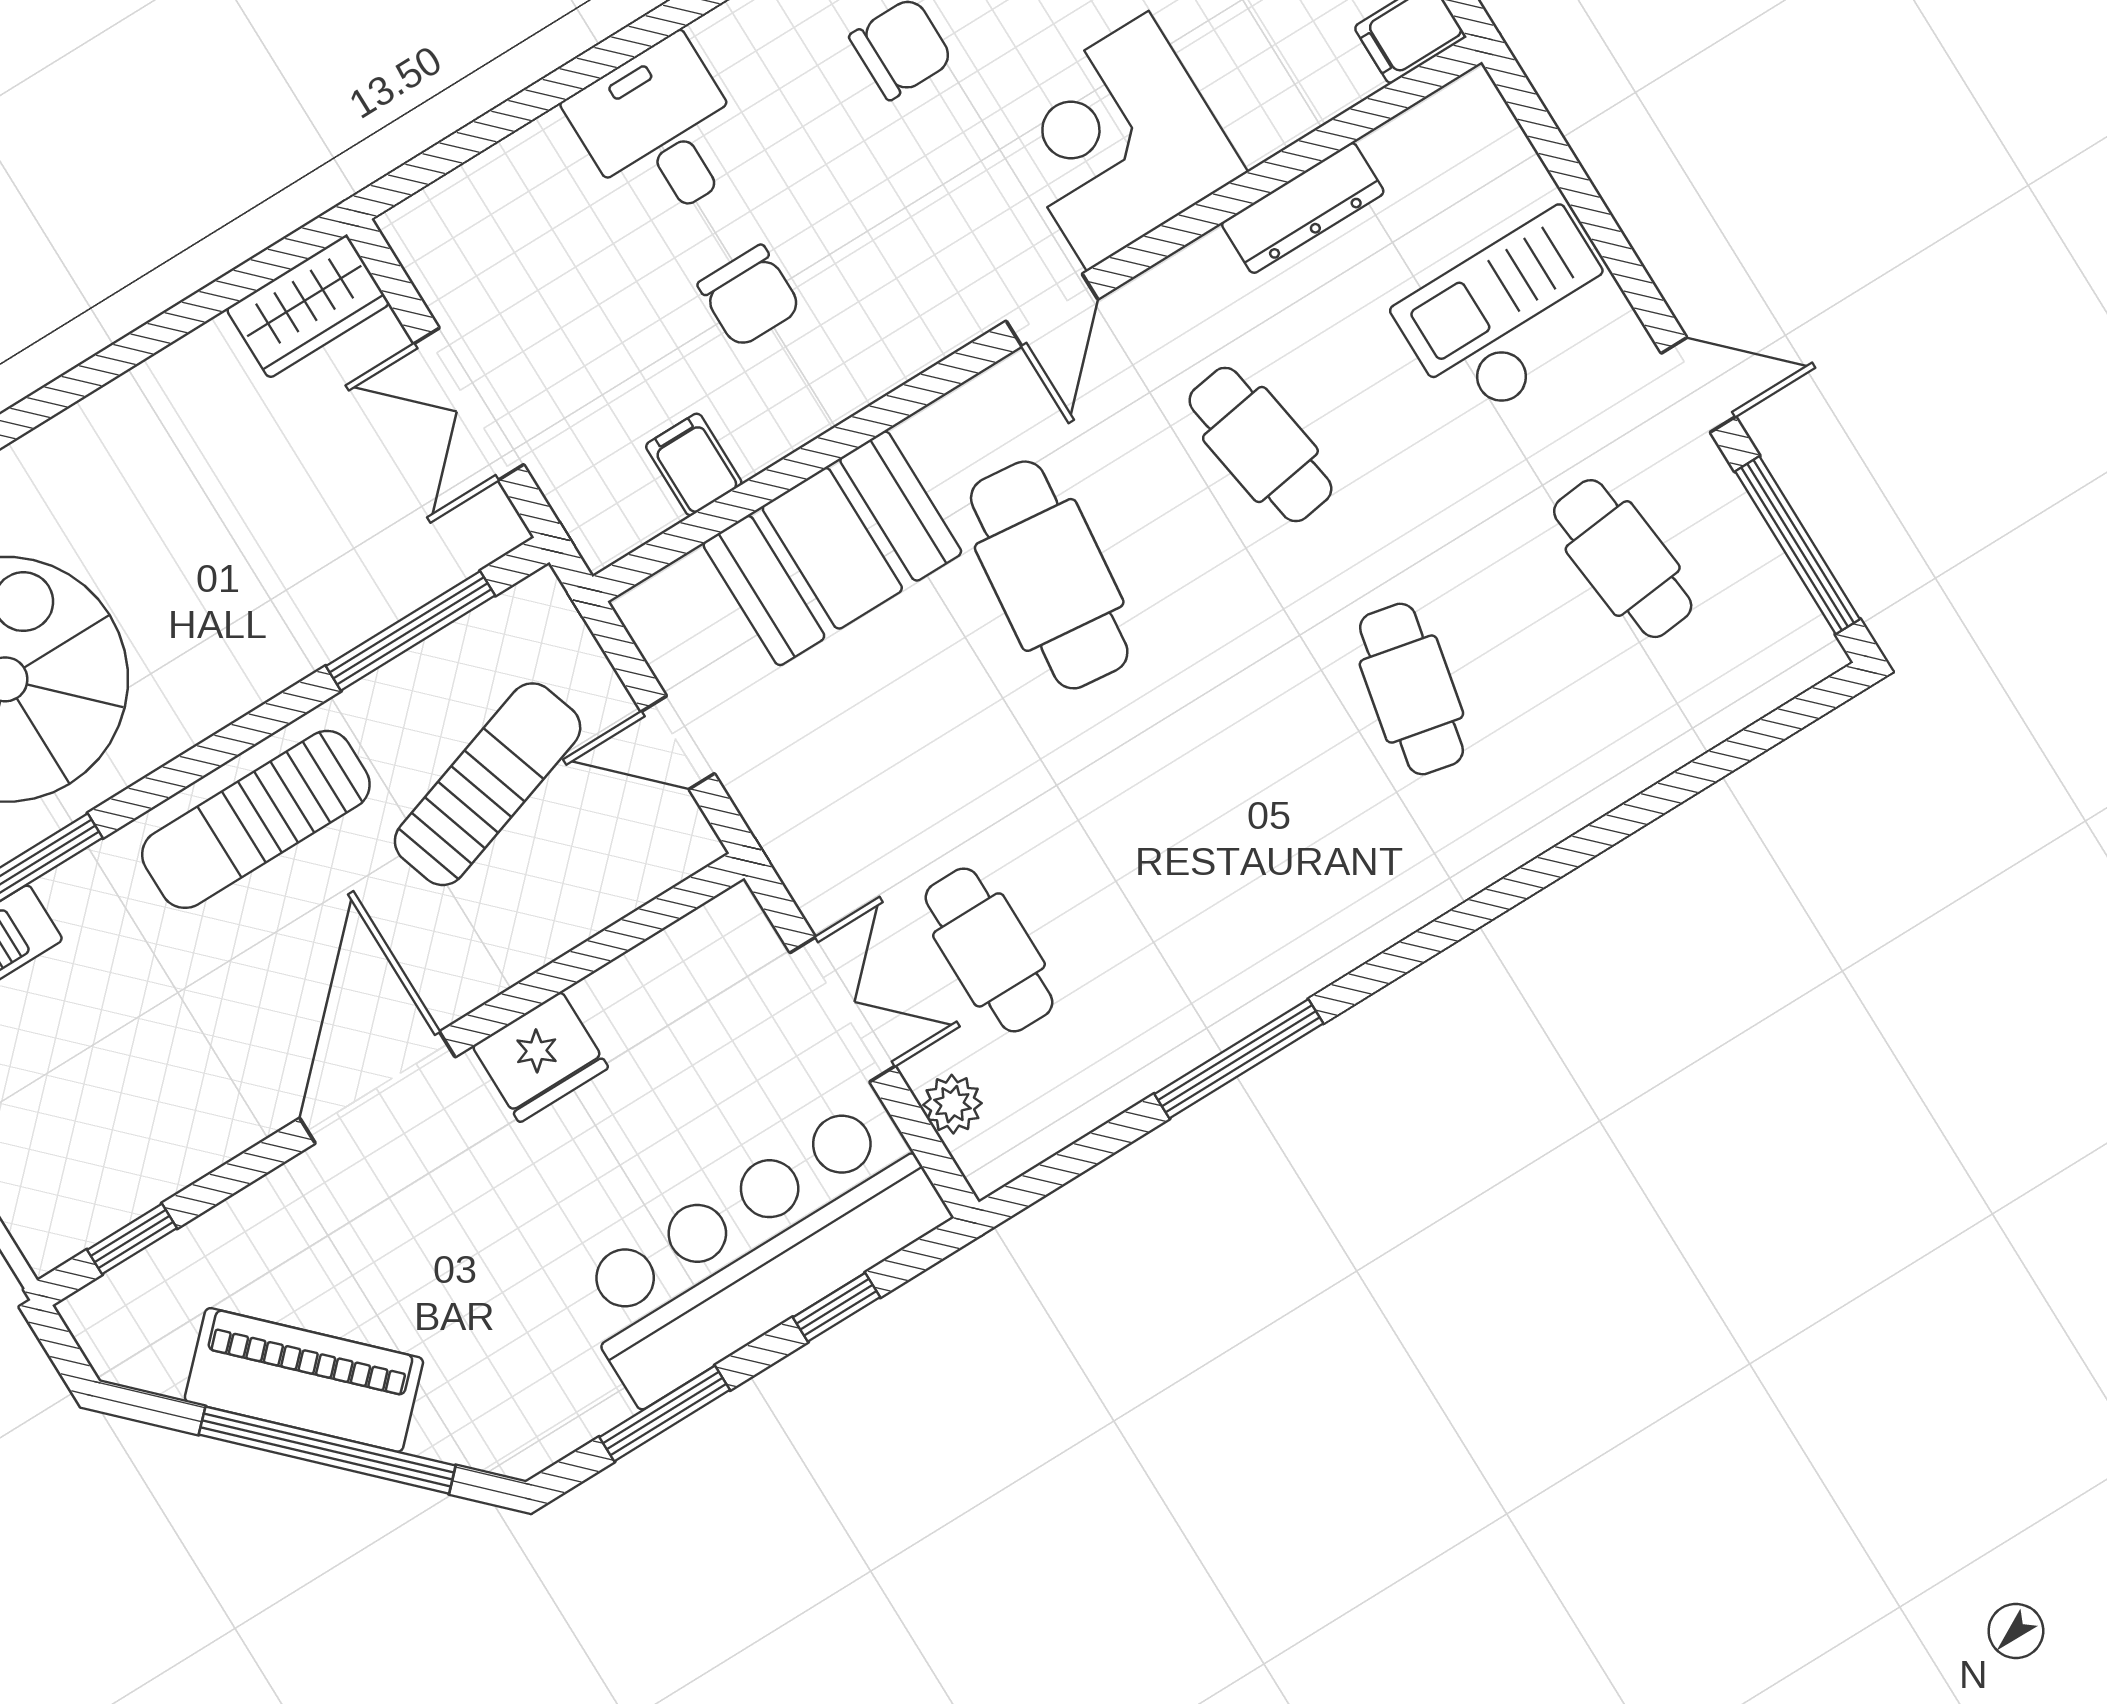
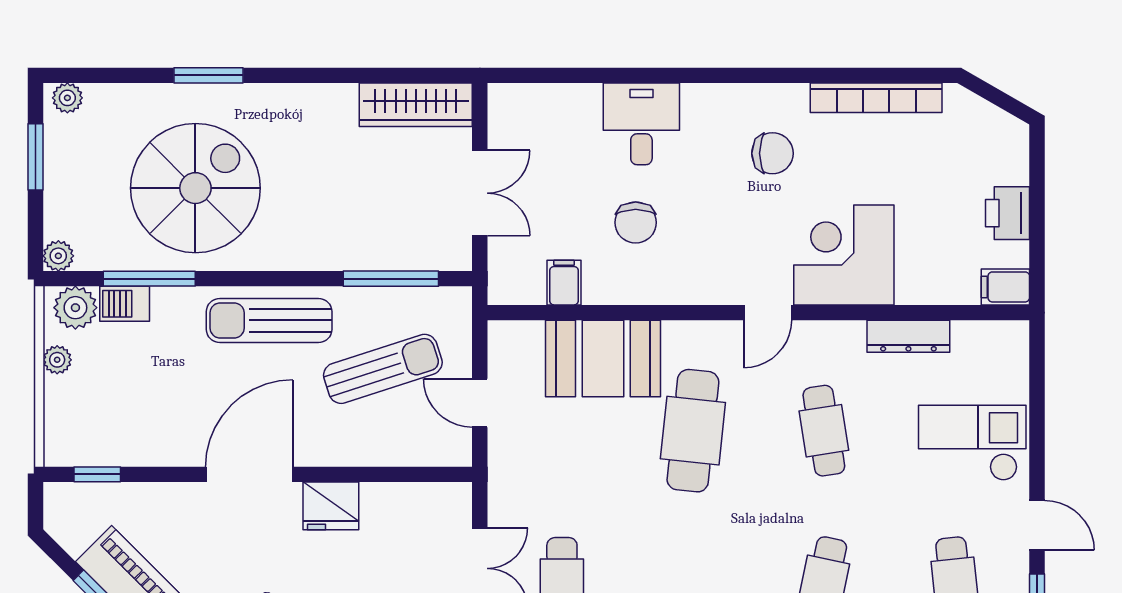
wardrobe: (308, 307) -> (416, 105), width x1.50
double door: (469, 404) -> (480, 193), swing flipped

